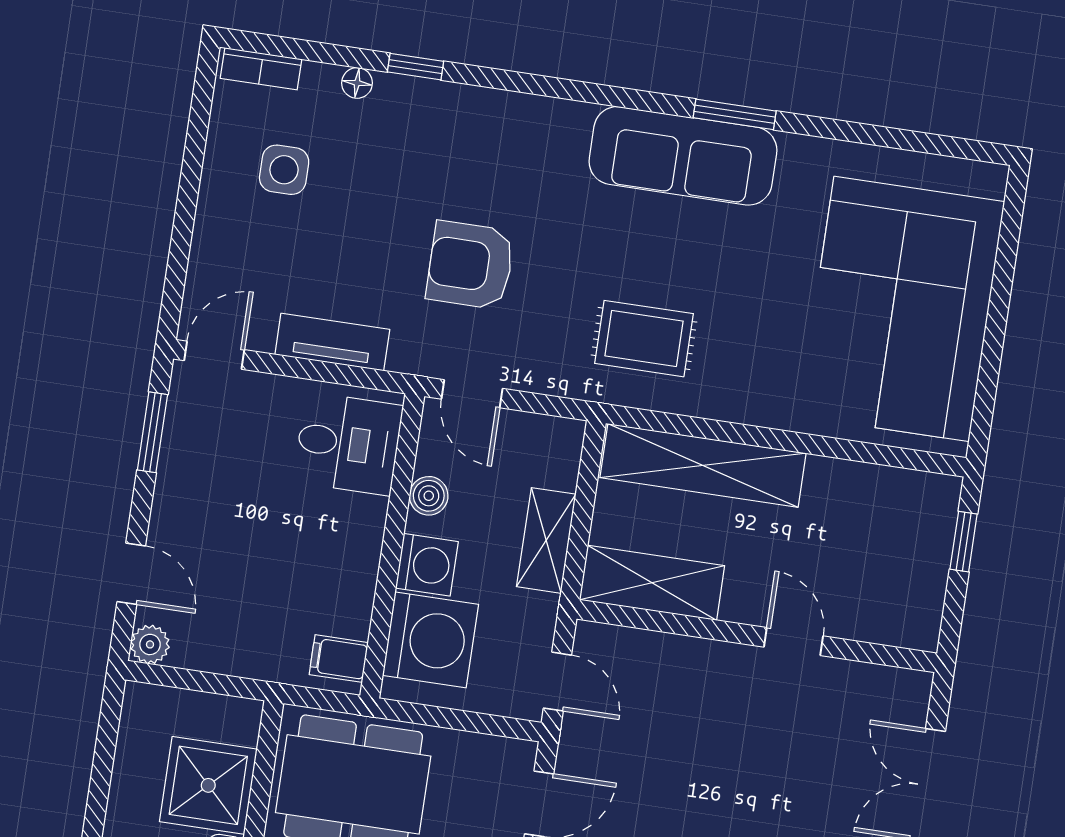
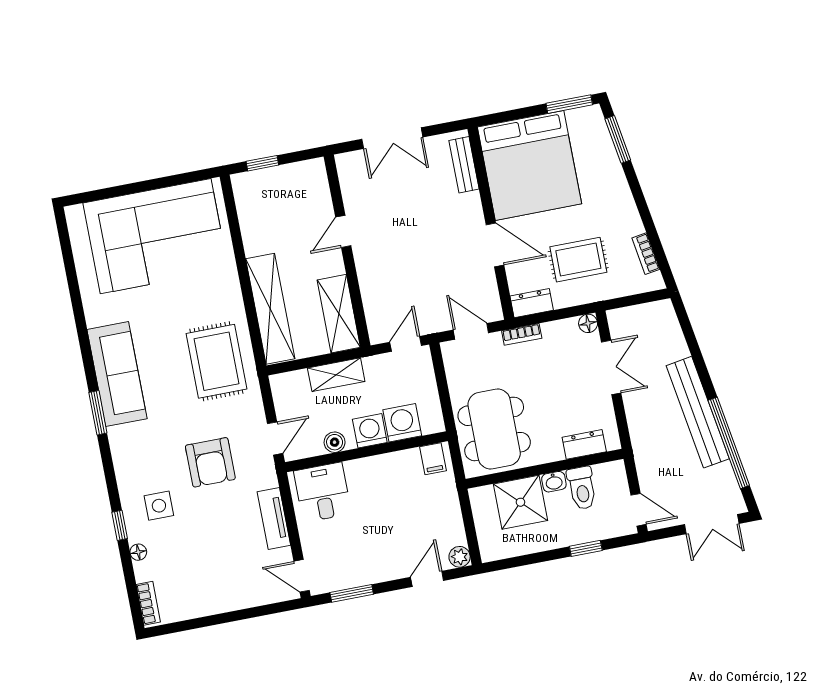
window: (735, 114) -> (98, 413), moved
side table: (284, 170) -> (159, 506), moved
rug: (644, 339) -> (217, 361), width x1.36, depth x1.43
washing machine: (430, 640) -> (402, 423), width x0.73, depth x0.73

